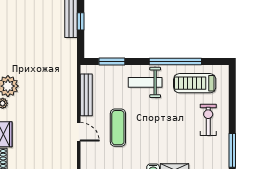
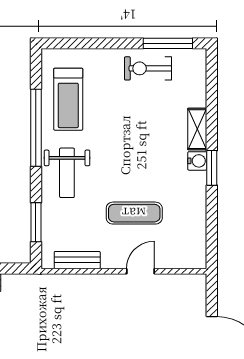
bench: (86, 95) -> (77, 260), width x0.73
exercise bike: (208, 120) -> (148, 68), moved

